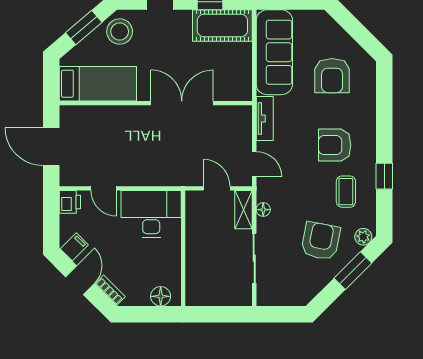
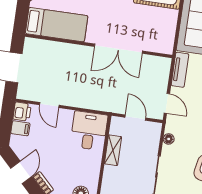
double door: (182, 103) -> (118, 49), swing flipped
shelving: (244, 210) -> (113, 150), moved
desk: (151, 214) -> (89, 131), width x0.73
filing cabinet: (74, 247) -> (20, 128), moved, turned 45

